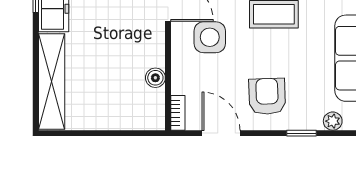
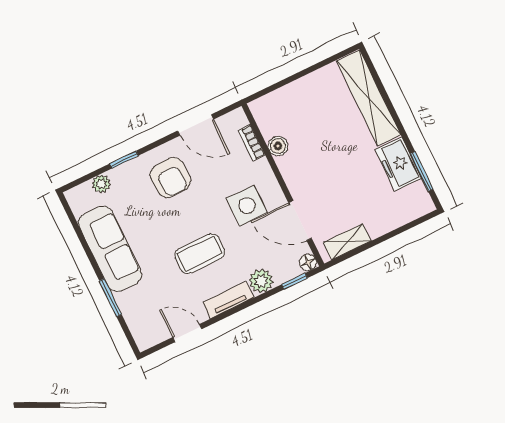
bookcase: (178, 113) -> (252, 143), moved

